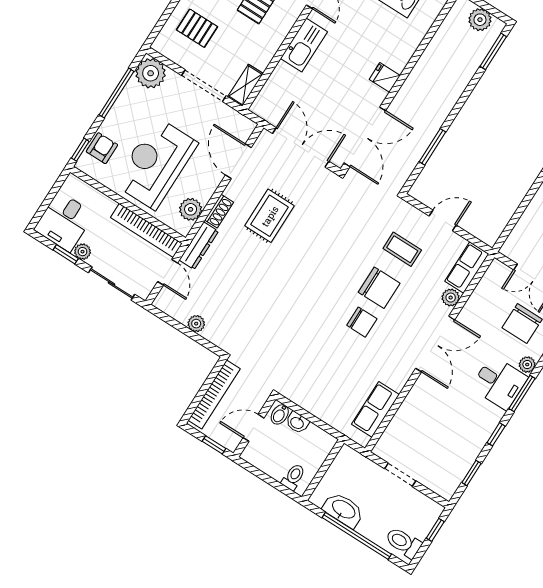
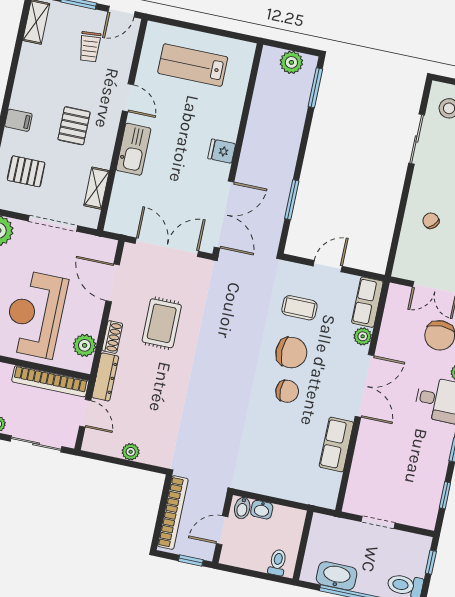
shelving: (245, 85) -> (97, 188), moved
row of seats: (375, 409) -> (336, 445), moved

